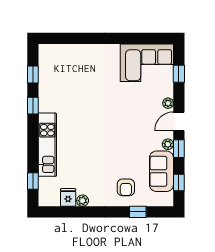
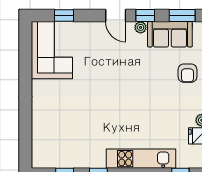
plant: (168, 103) -> (96, 27), removed
window: (179, 182) -> (182, 15), width x1.50
armchair: (126, 187) -> (187, 73), turned 90

